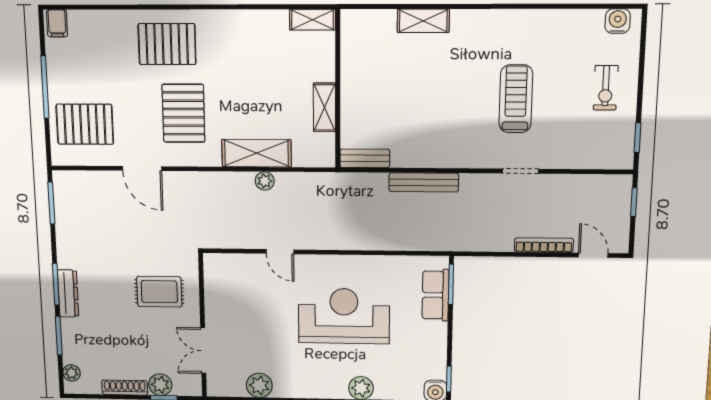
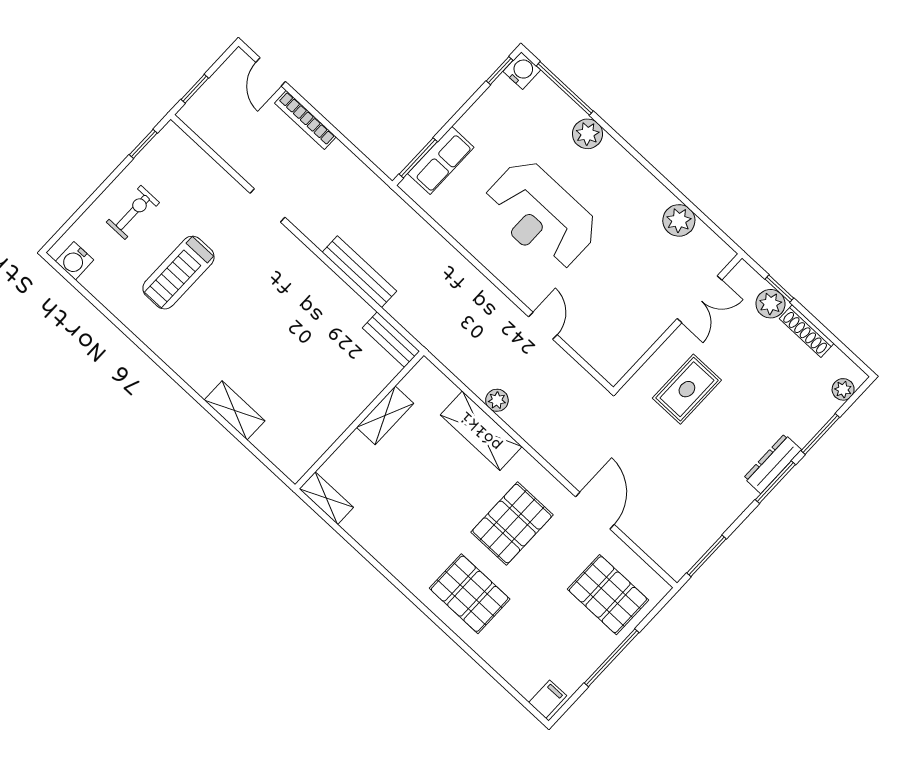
treadmill: (516, 99) -> (178, 273), moved
rug: (159, 292) -> (687, 389), turned 90

